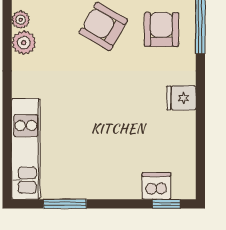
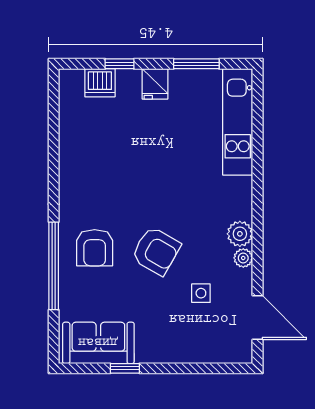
fridge: (181, 98) -> (155, 84), moved, turned 90
window: (166, 204) -> (120, 64), moved

